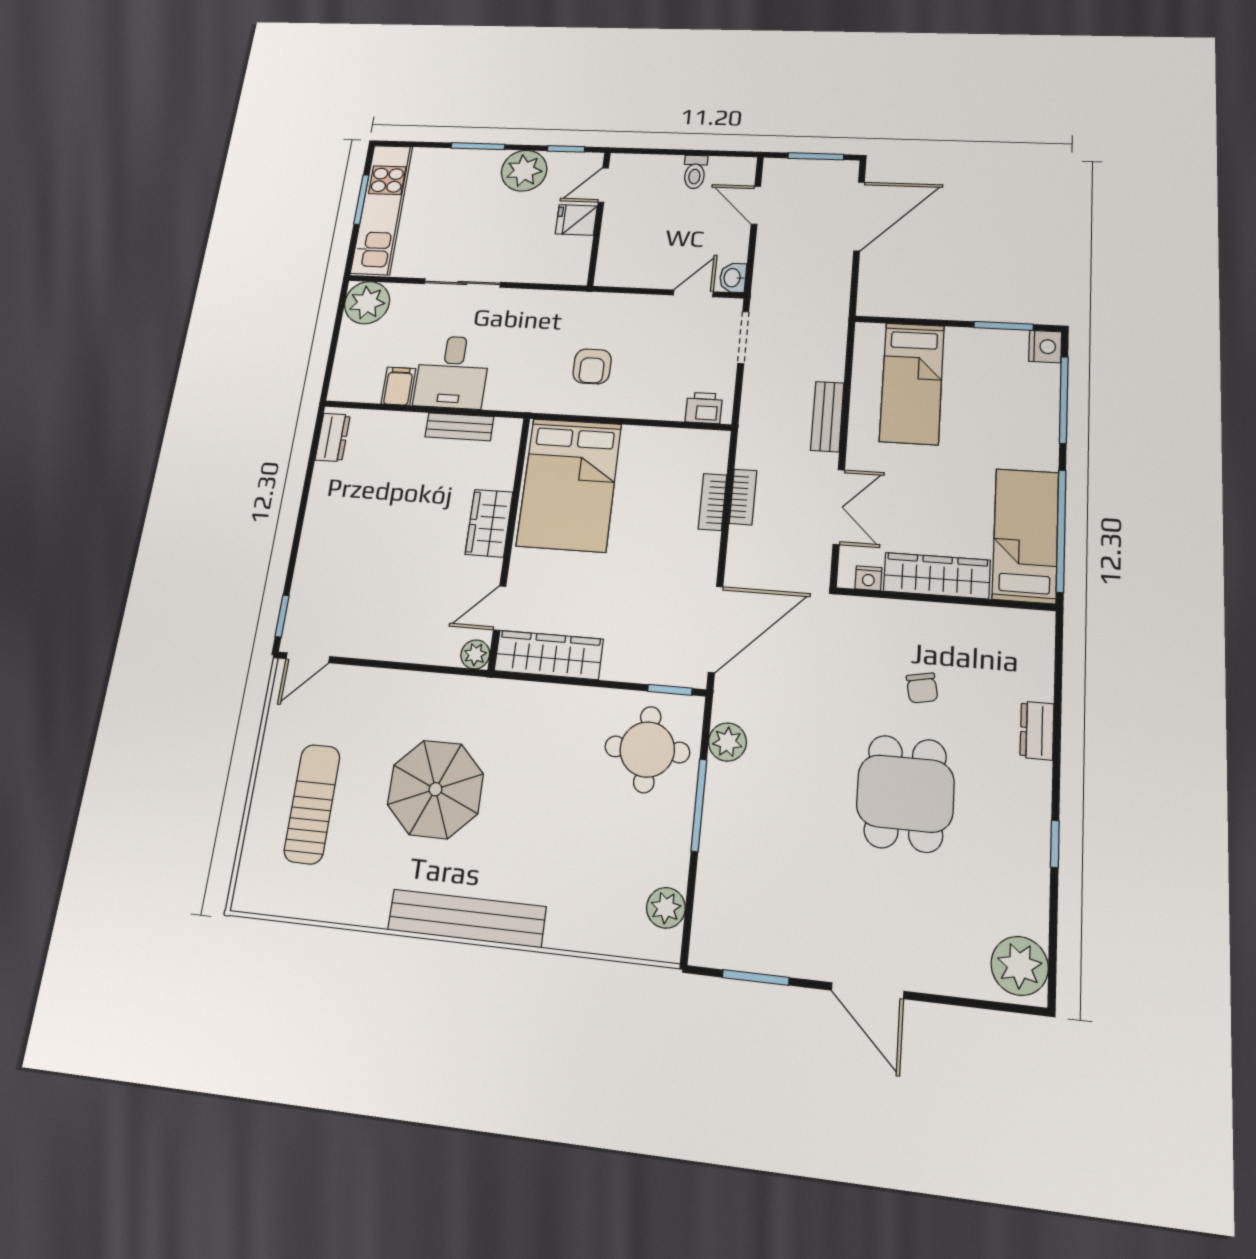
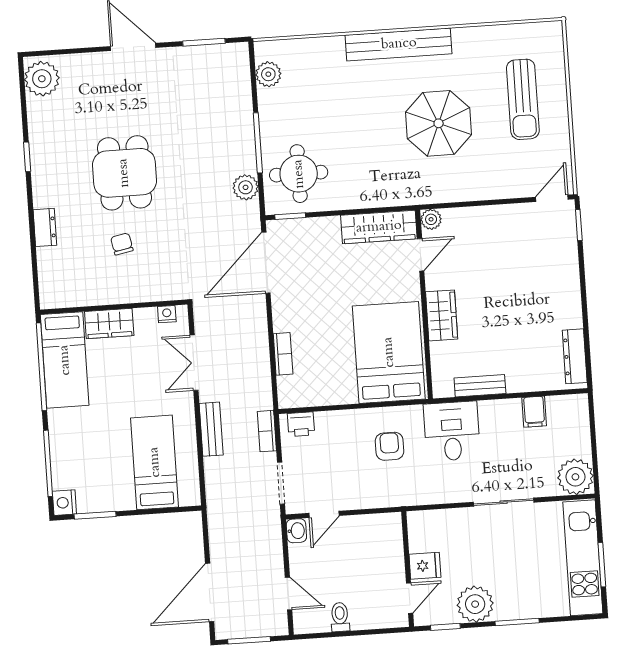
desk: (452, 372) -> (452, 431), moved
dresser: (333, 437) -> (575, 356), width x1.44
bookcase: (743, 497) -> (267, 431), moved
wardrobe: (937, 576) -> (109, 324), width x0.67

